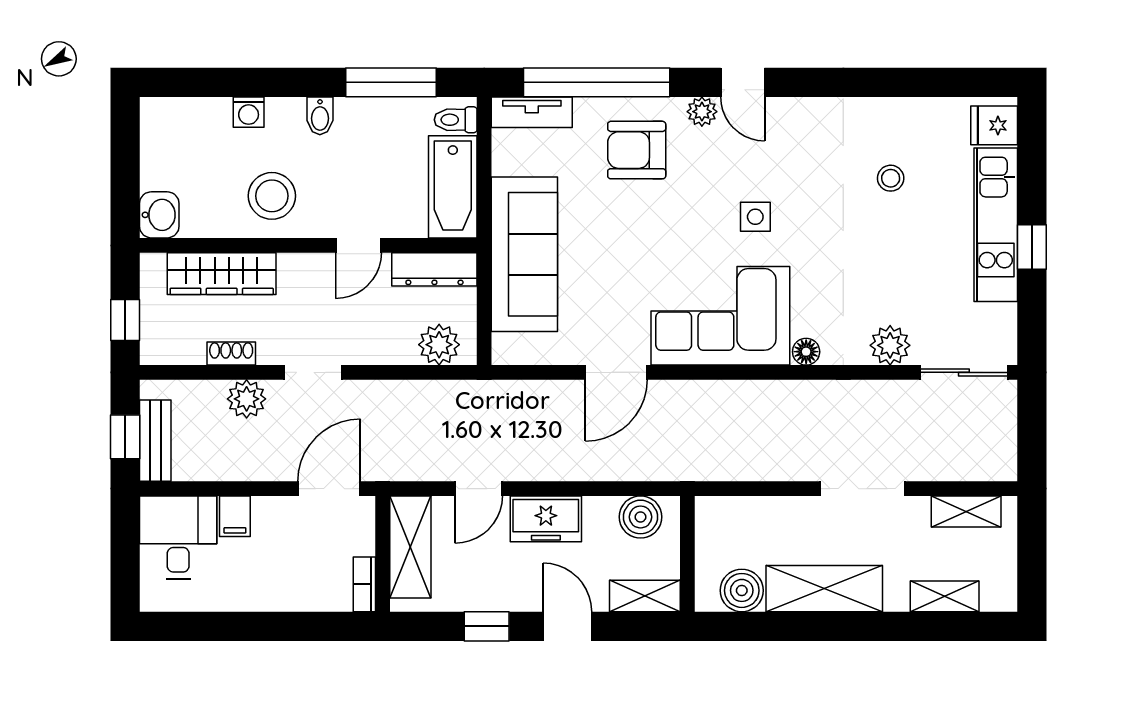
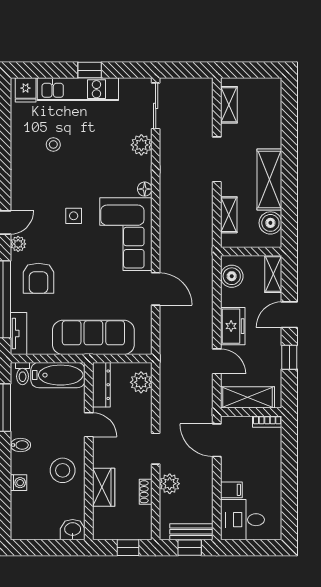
wardrobe: (222, 274) -> (104, 487), width x0.67
shelving: (945, 596) -> (229, 215), moved

